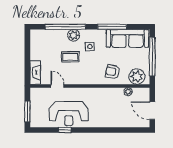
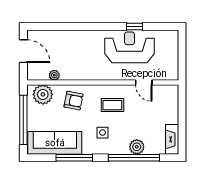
plant: (74, 35) -> (137, 147), moved
coffee table: (70, 57) -> (112, 105), moved
fireplace: (35, 73) -> (172, 139), moved
window: (27, 111) -> (182, 50), removed

